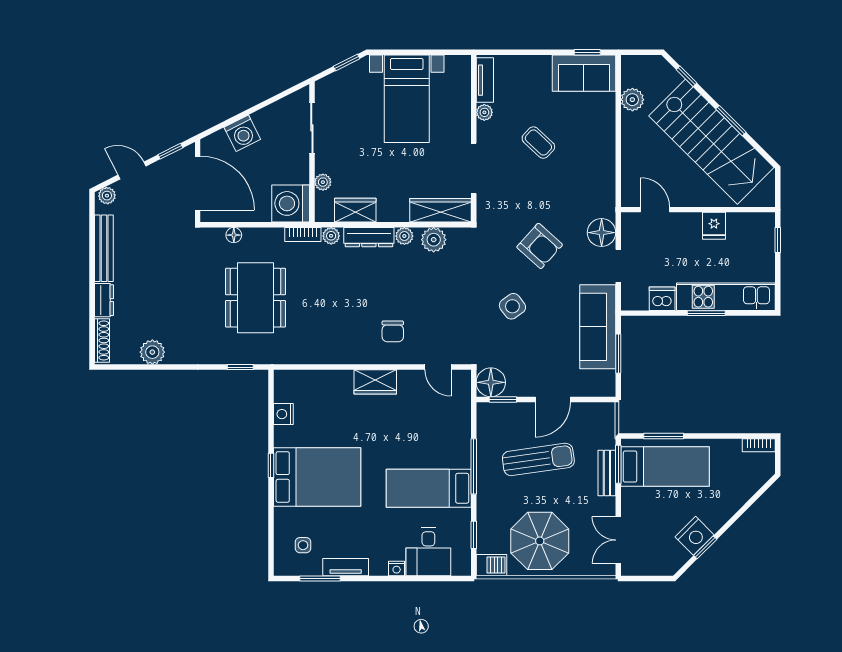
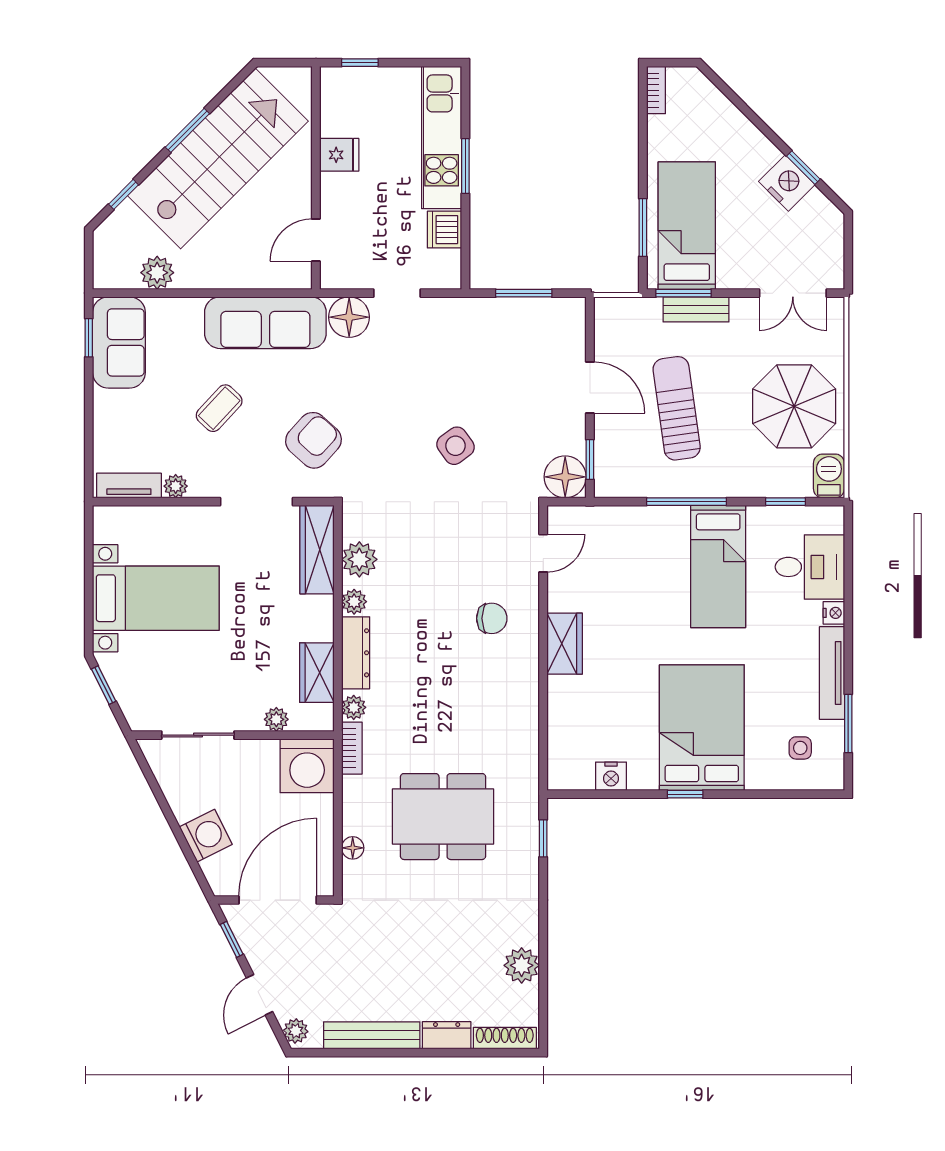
armchair: (540, 246) -> (313, 440), moved
sofa: (598, 327) -> (265, 323), moved
tv unit: (346, 567) -> (832, 673), width x1.41

